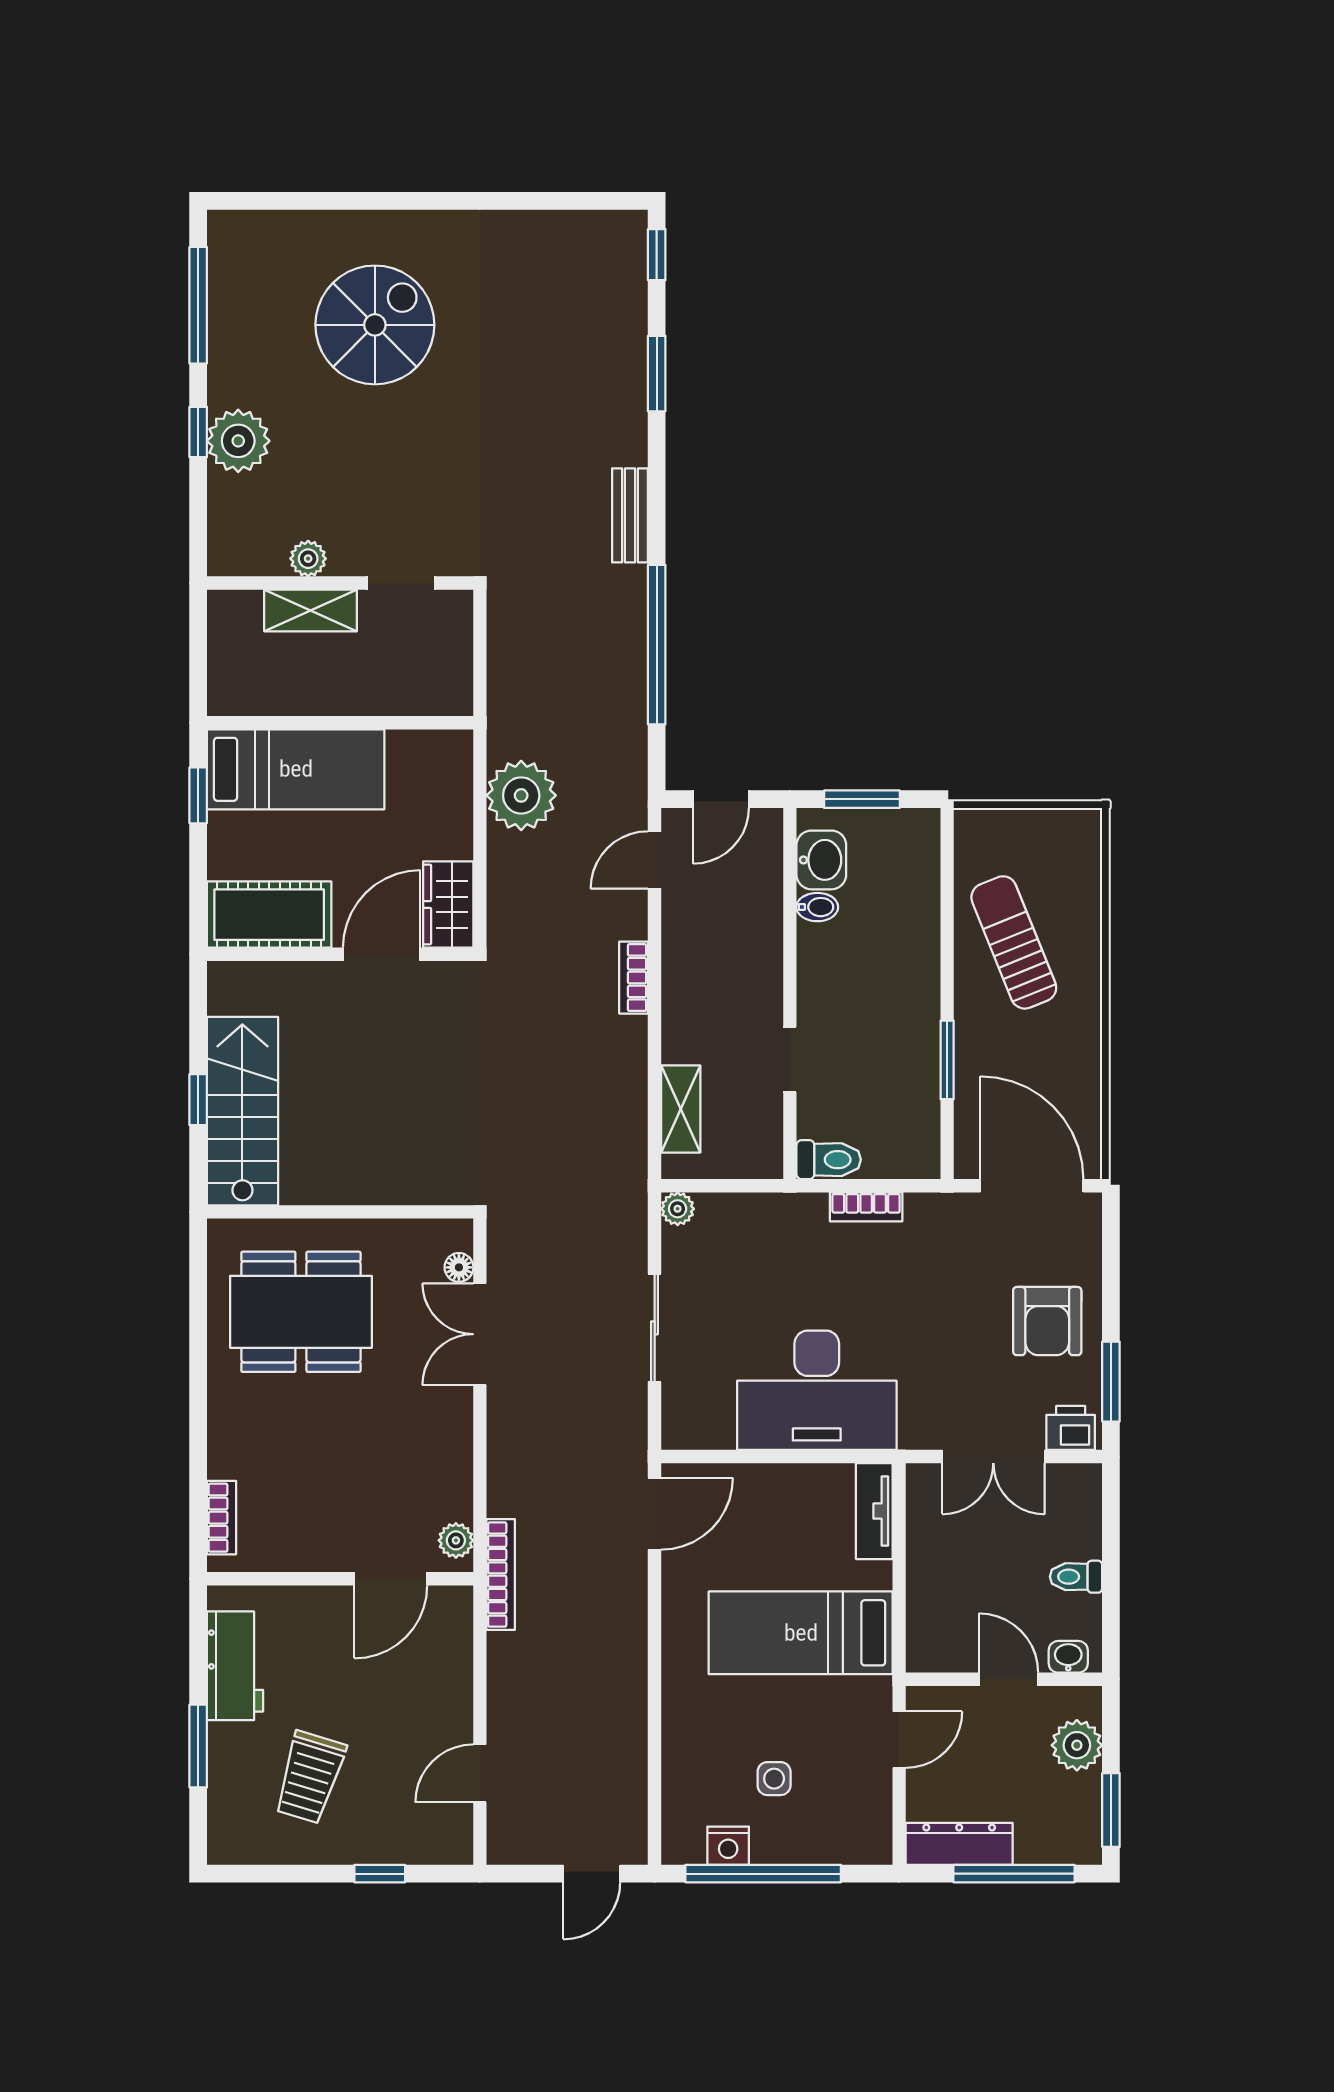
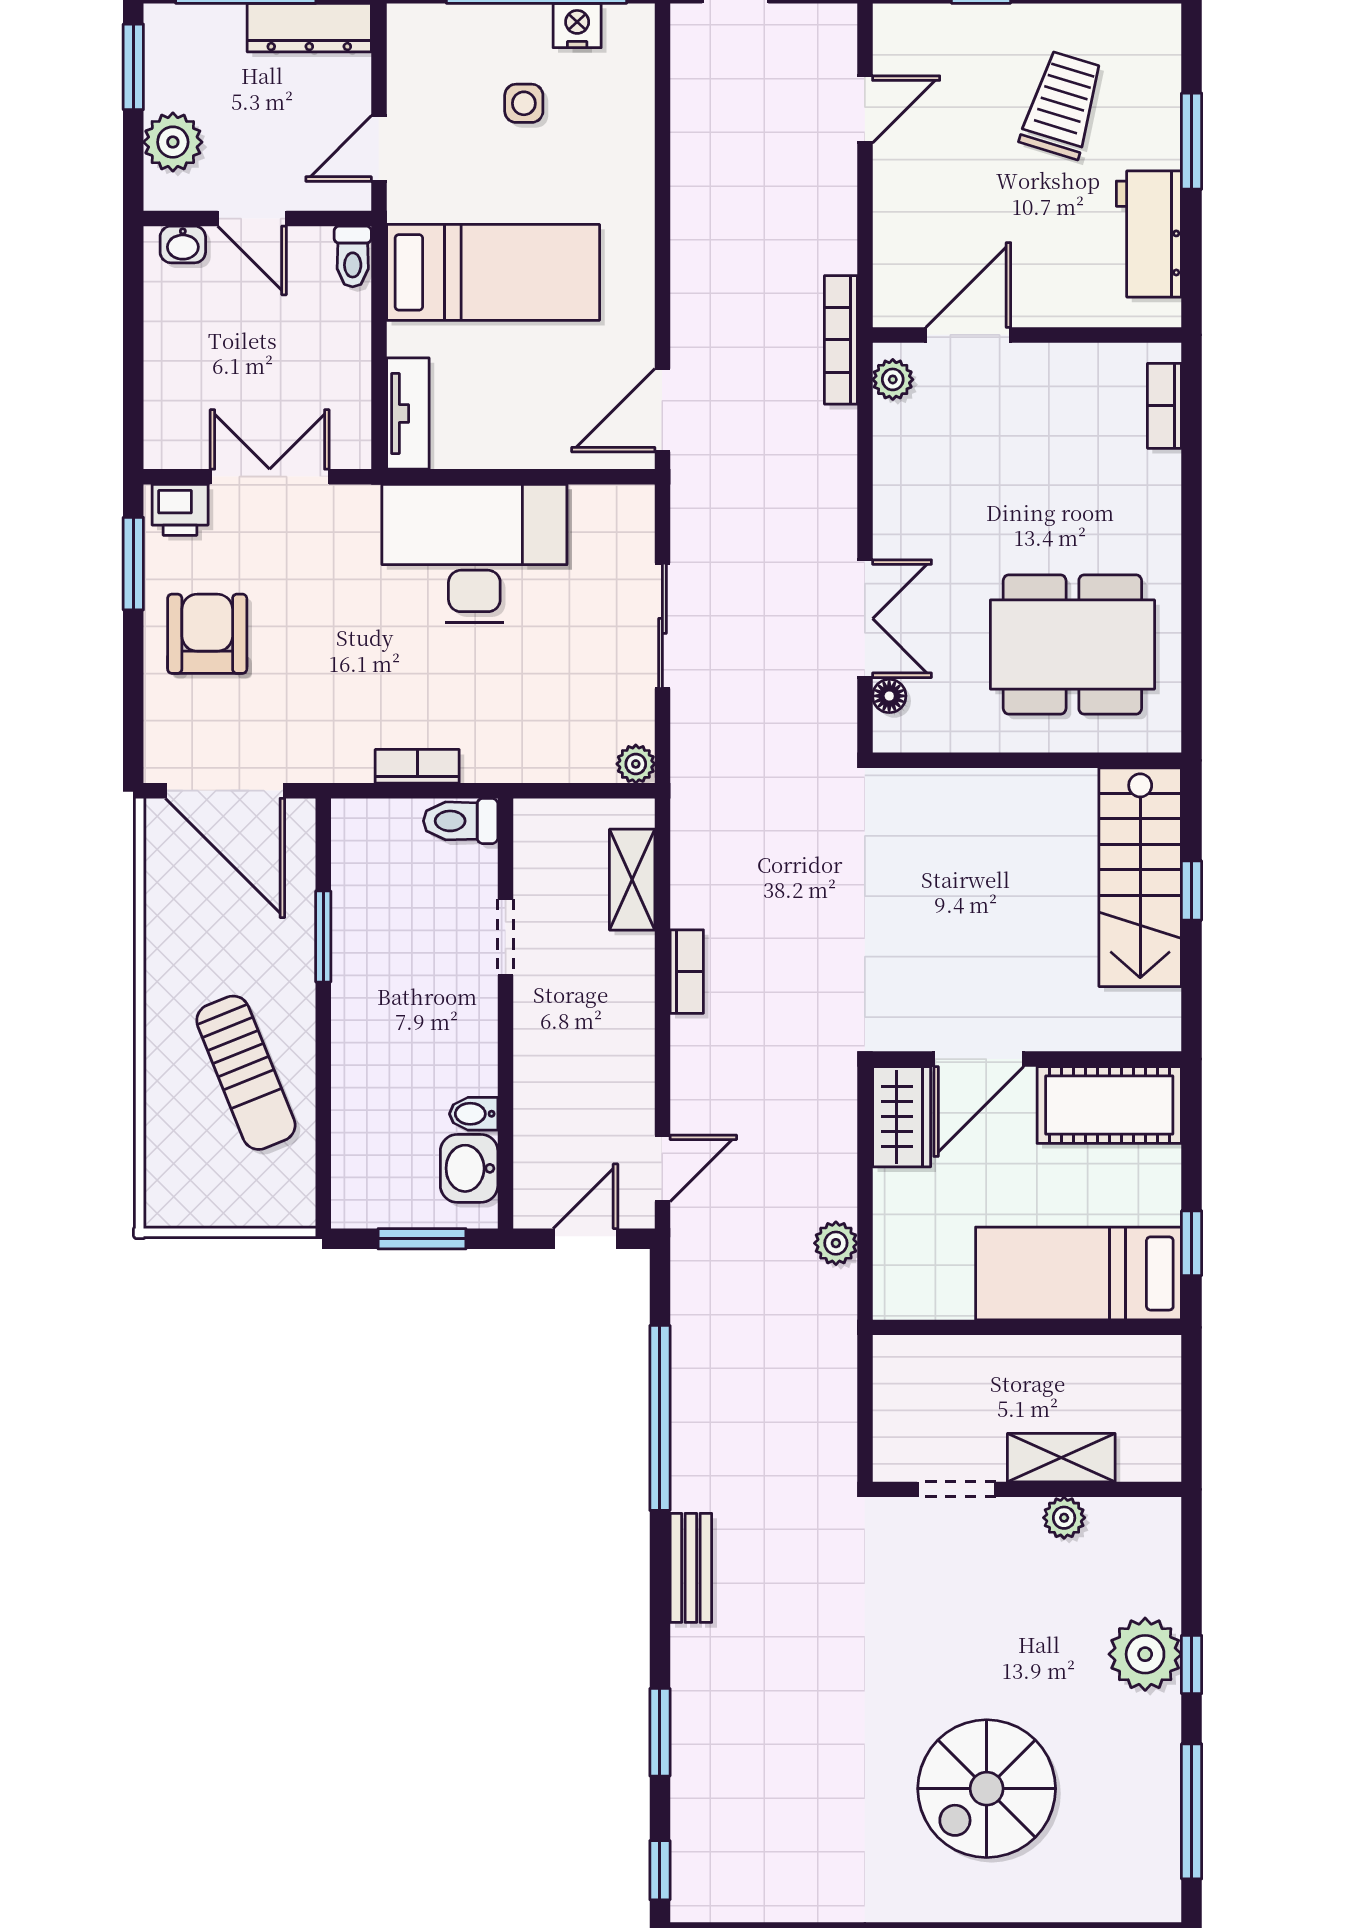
plant: (521, 795) -> (836, 1243), width x0.53, depth x0.53
bookcase: (634, 978) -> (687, 972), moved
toilet: (1076, 1577) -> (353, 256), moved, turned 90

